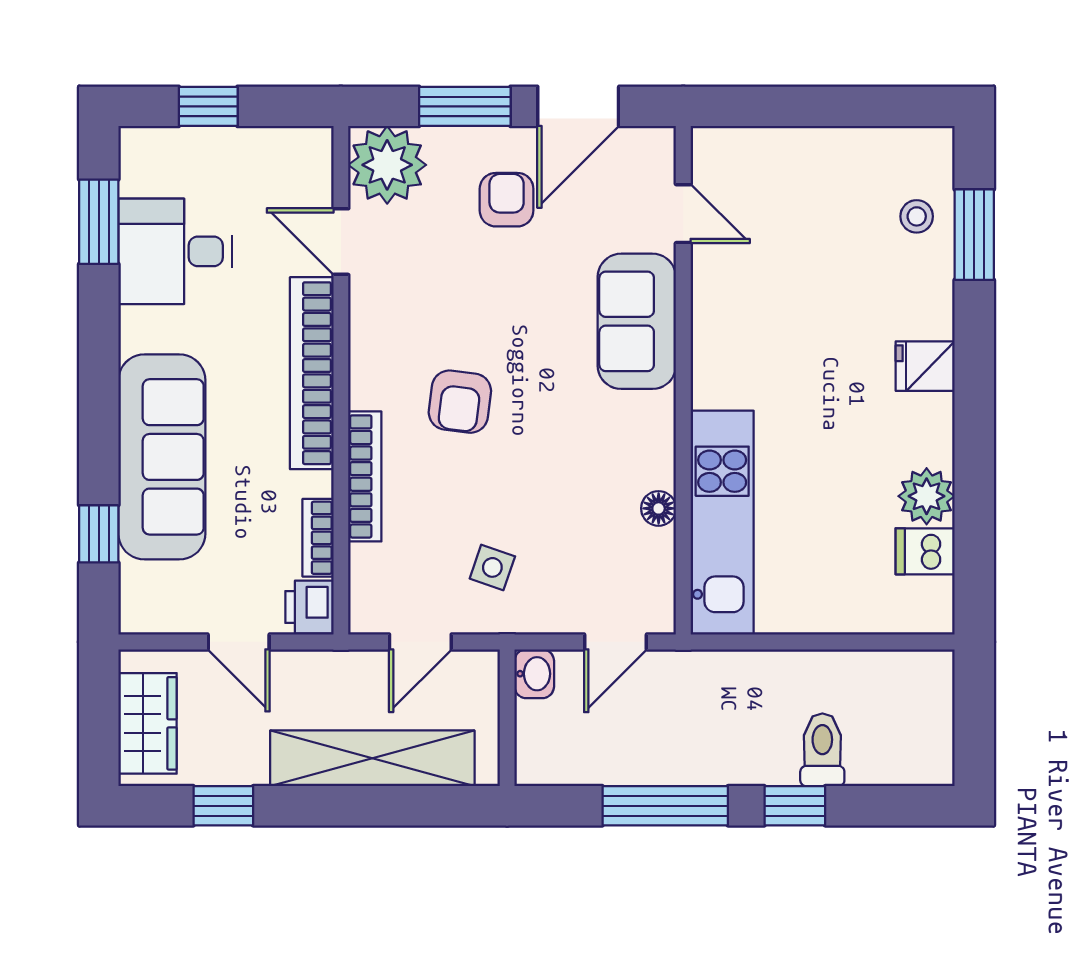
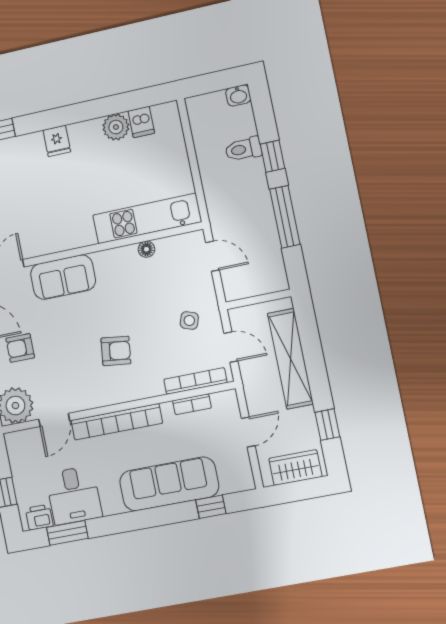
bookcase: (365, 476) -> (195, 381), moved
printer: (309, 607) -> (39, 517), moved, turned 180
washbasin: (534, 674) -> (238, 95), moved, turned 180

